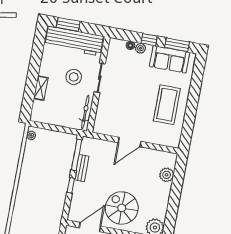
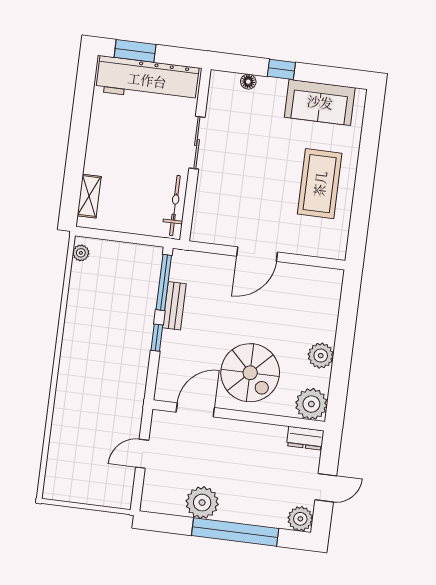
window: (177, 45) -> (331, 76), removed
plant: (140, 48) -> (267, 86), removed
stool: (74, 77) -> (150, 144), removed
shelving: (41, 88) -> (89, 196), moved
plant: (167, 175) -> (321, 356), moved
spiral stairs: (122, 208) -> (250, 373), turned 180

